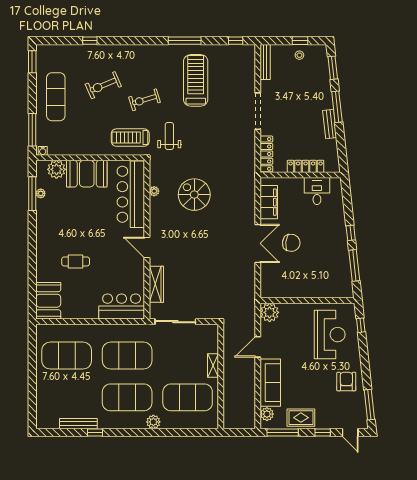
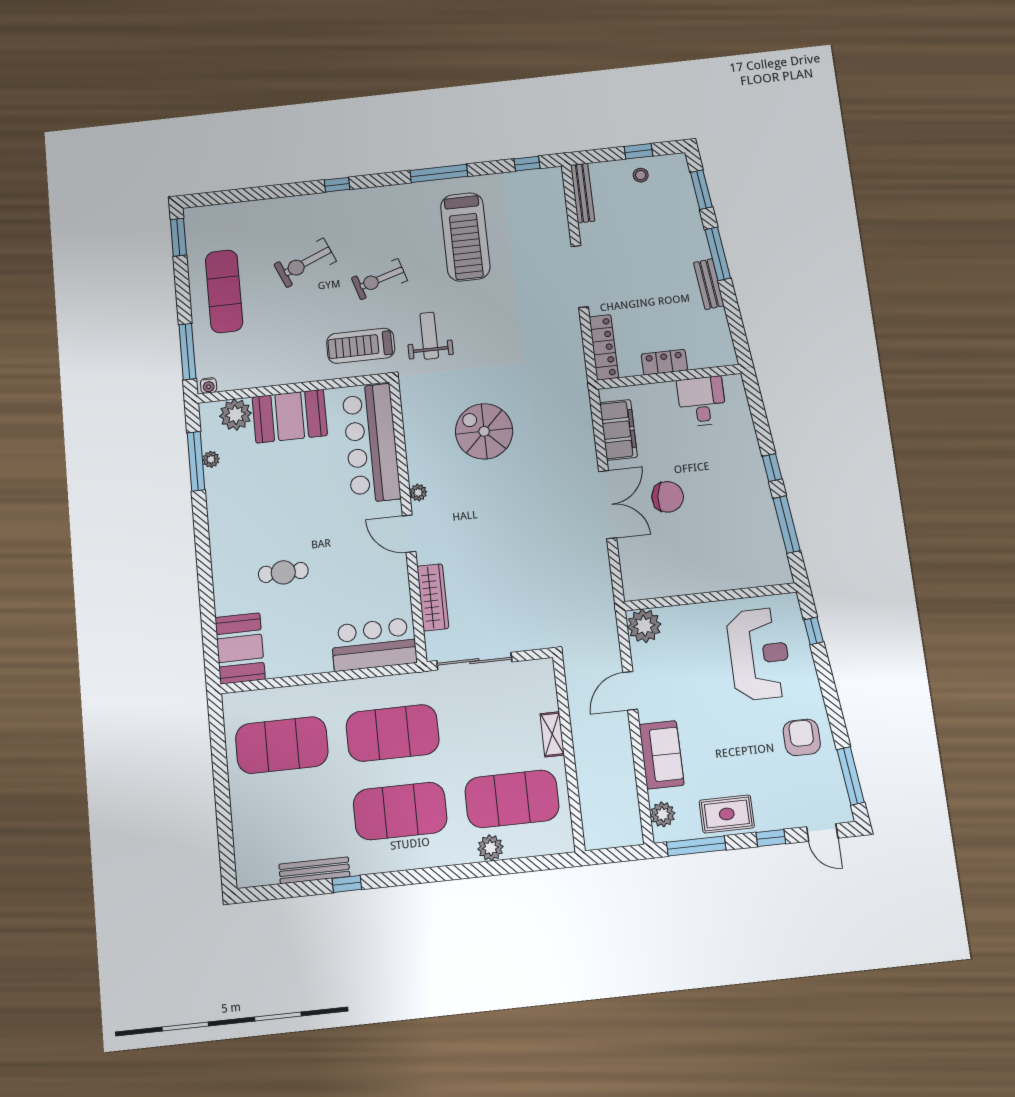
window: (90, 41) -> (337, 185), moved
treadmill: (196, 80) -> (465, 237), turned 180
locker: (306, 166) -> (664, 362), width x0.66
plant: (154, 191) -> (418, 492), moved
sofa: (270, 383) -> (662, 755), width x0.73
plant: (153, 422) -> (490, 848), moved

